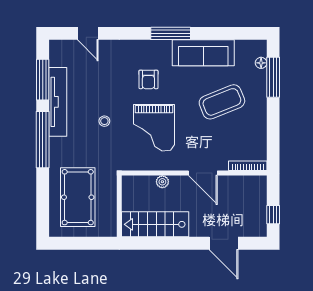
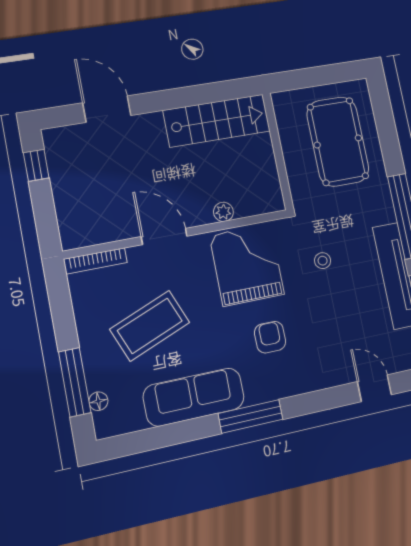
bookcase: (248, 166) -> (95, 261), moved
wall: (194, 173) -> (177, 234), moved
door: (203, 173) -> (164, 236), moved
plant: (162, 182) -> (223, 212), moved

